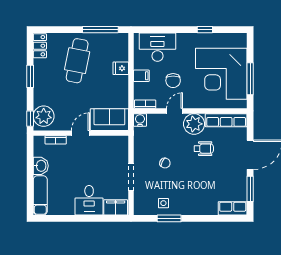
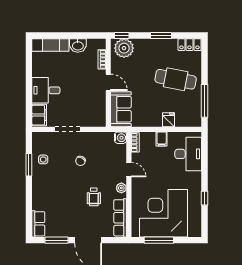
chair: (173, 81) -> (157, 168), removed
plant: (194, 124) -> (121, 188), width x0.53, depth x0.53

